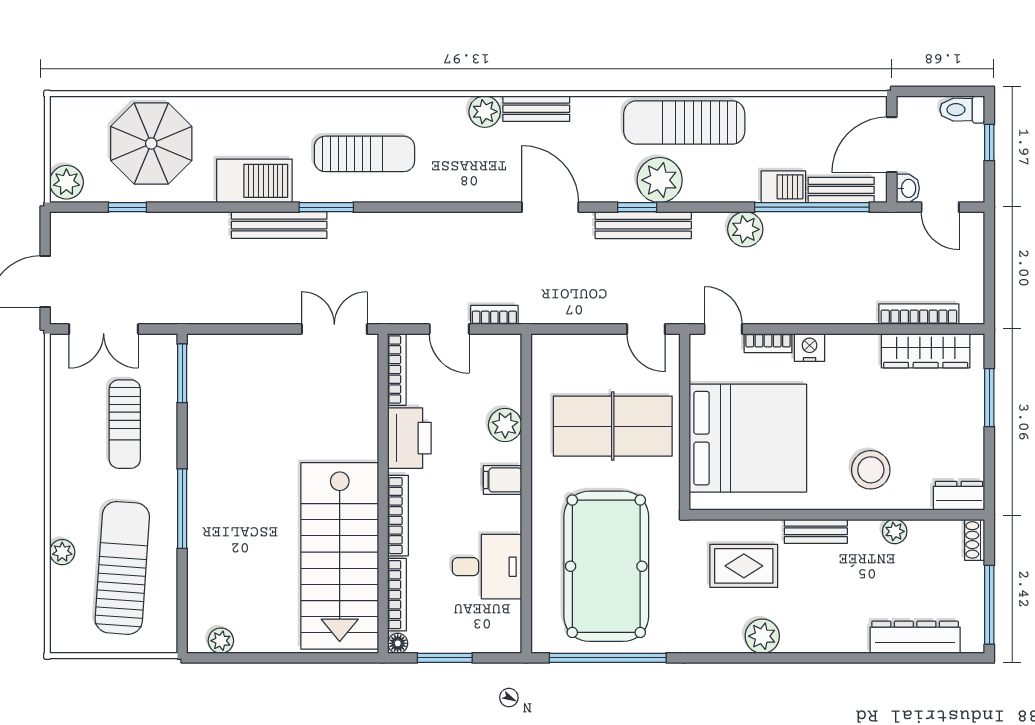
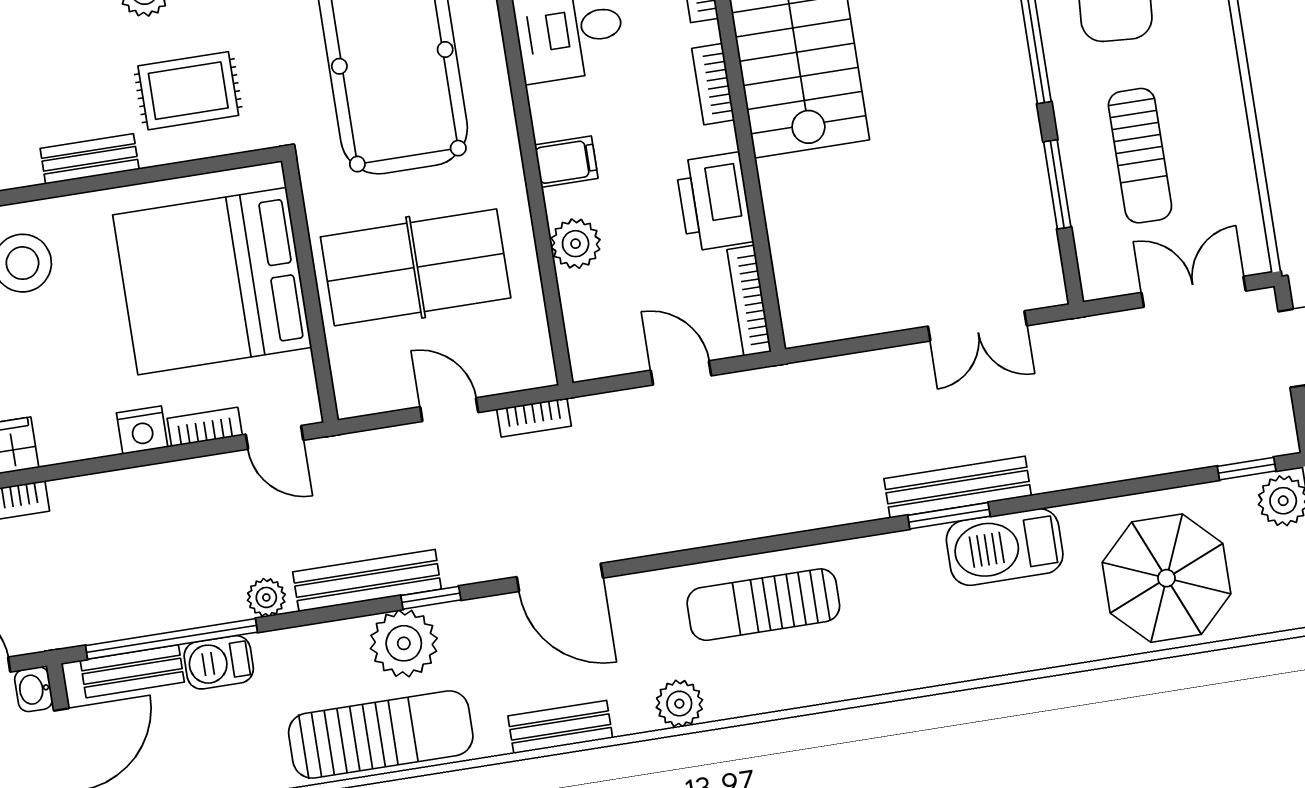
bench: (536, 109) -> (560, 727), moved
sun lounger: (364, 154) -> (763, 605), moved
window: (127, 207) -> (1247, 469), moved
window: (326, 207) -> (949, 516), moved
bench: (643, 225) -> (367, 580), moved
plant: (745, 229) -> (266, 597), width x0.73, depth x0.73
bookcase: (494, 315) -> (534, 418), moved
double door: (334, 329) -> (977, 326), moved
door: (646, 329) -> (449, 410), moved
window: (182, 373) -> (1057, 184), moved
sun lounger: (125, 424) -> (1140, 156), turned 180
bookcase: (398, 516) -> (713, 84), width x0.64

